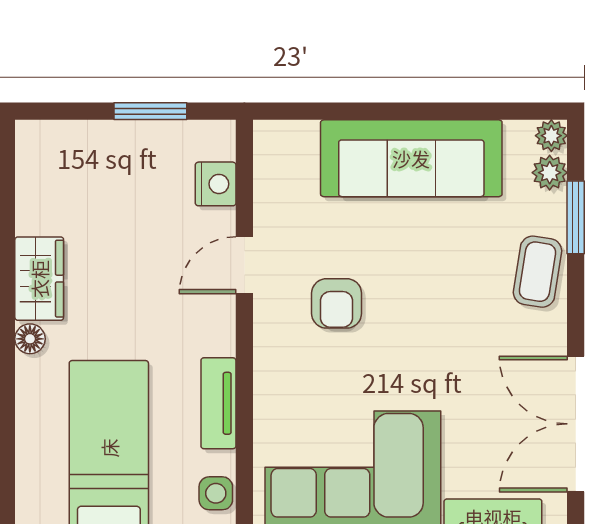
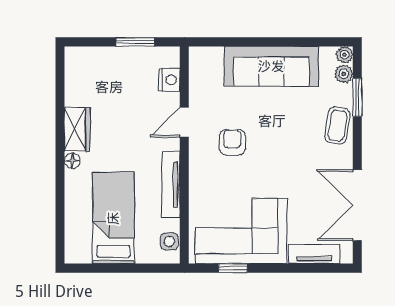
armchair: (337, 303) -> (232, 142), turned 180
tv unit: (218, 403) -> (171, 185), width x1.41

